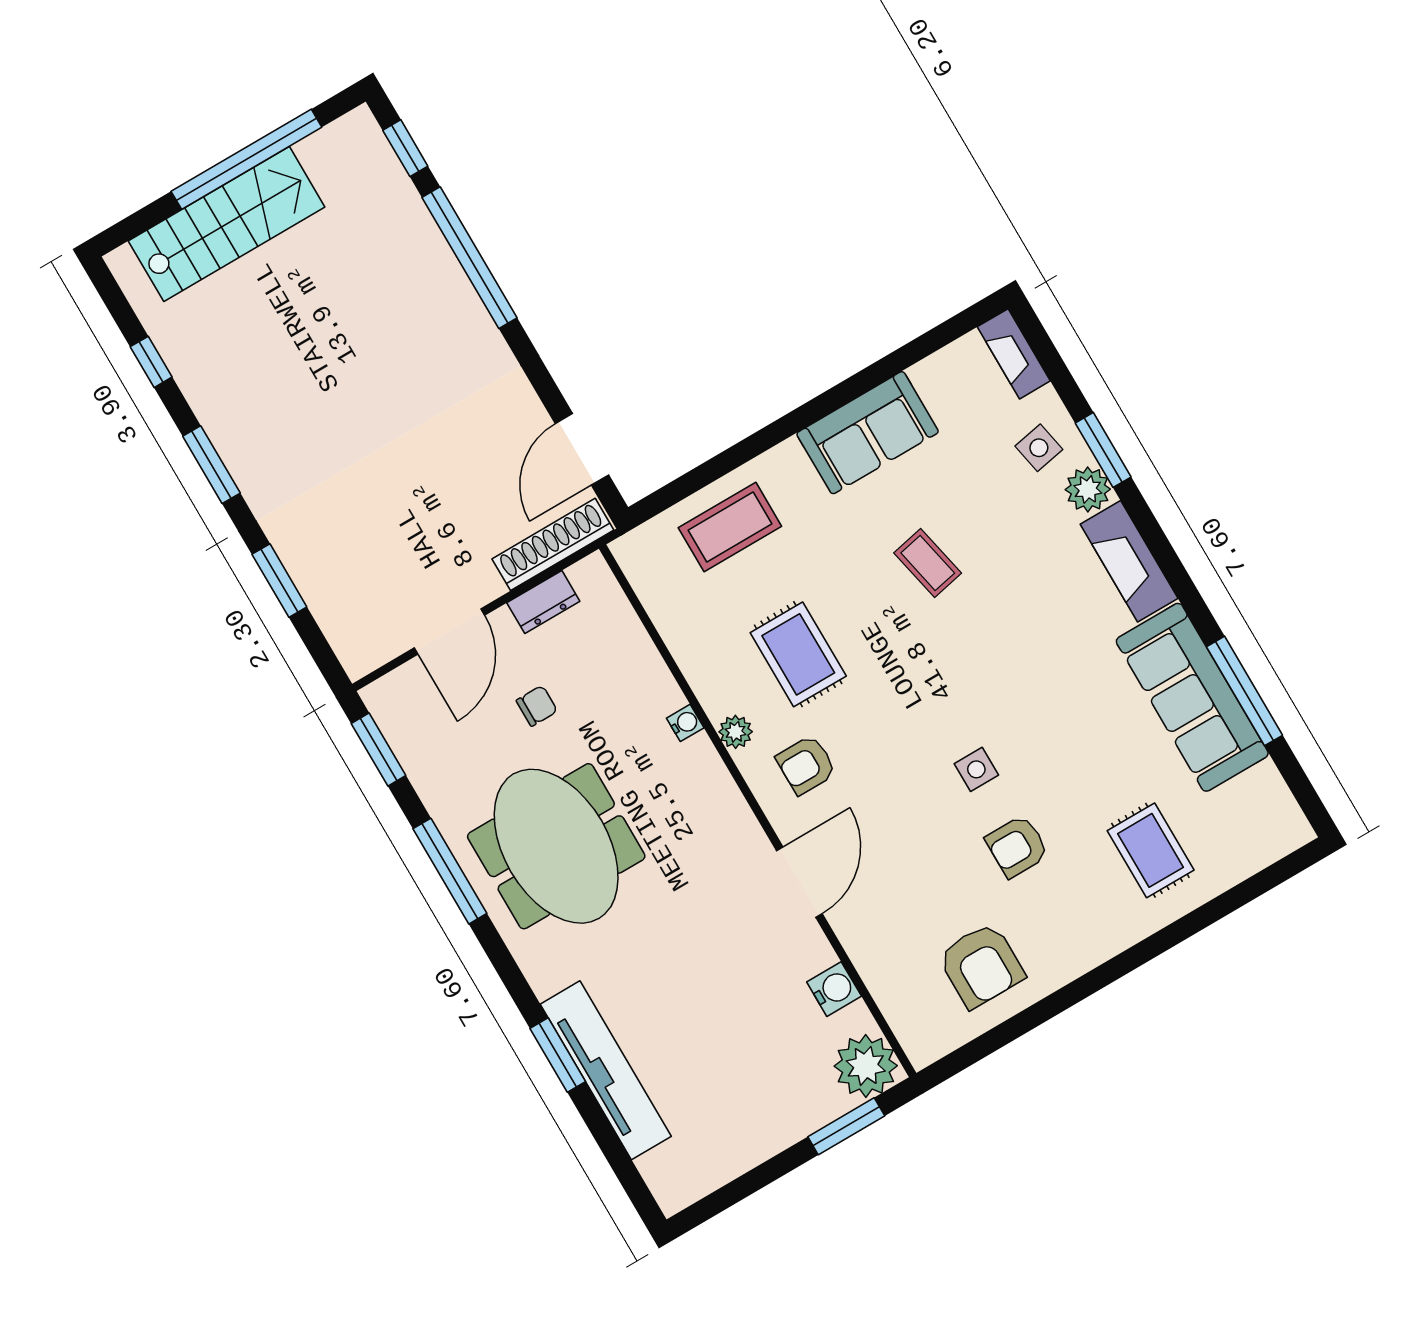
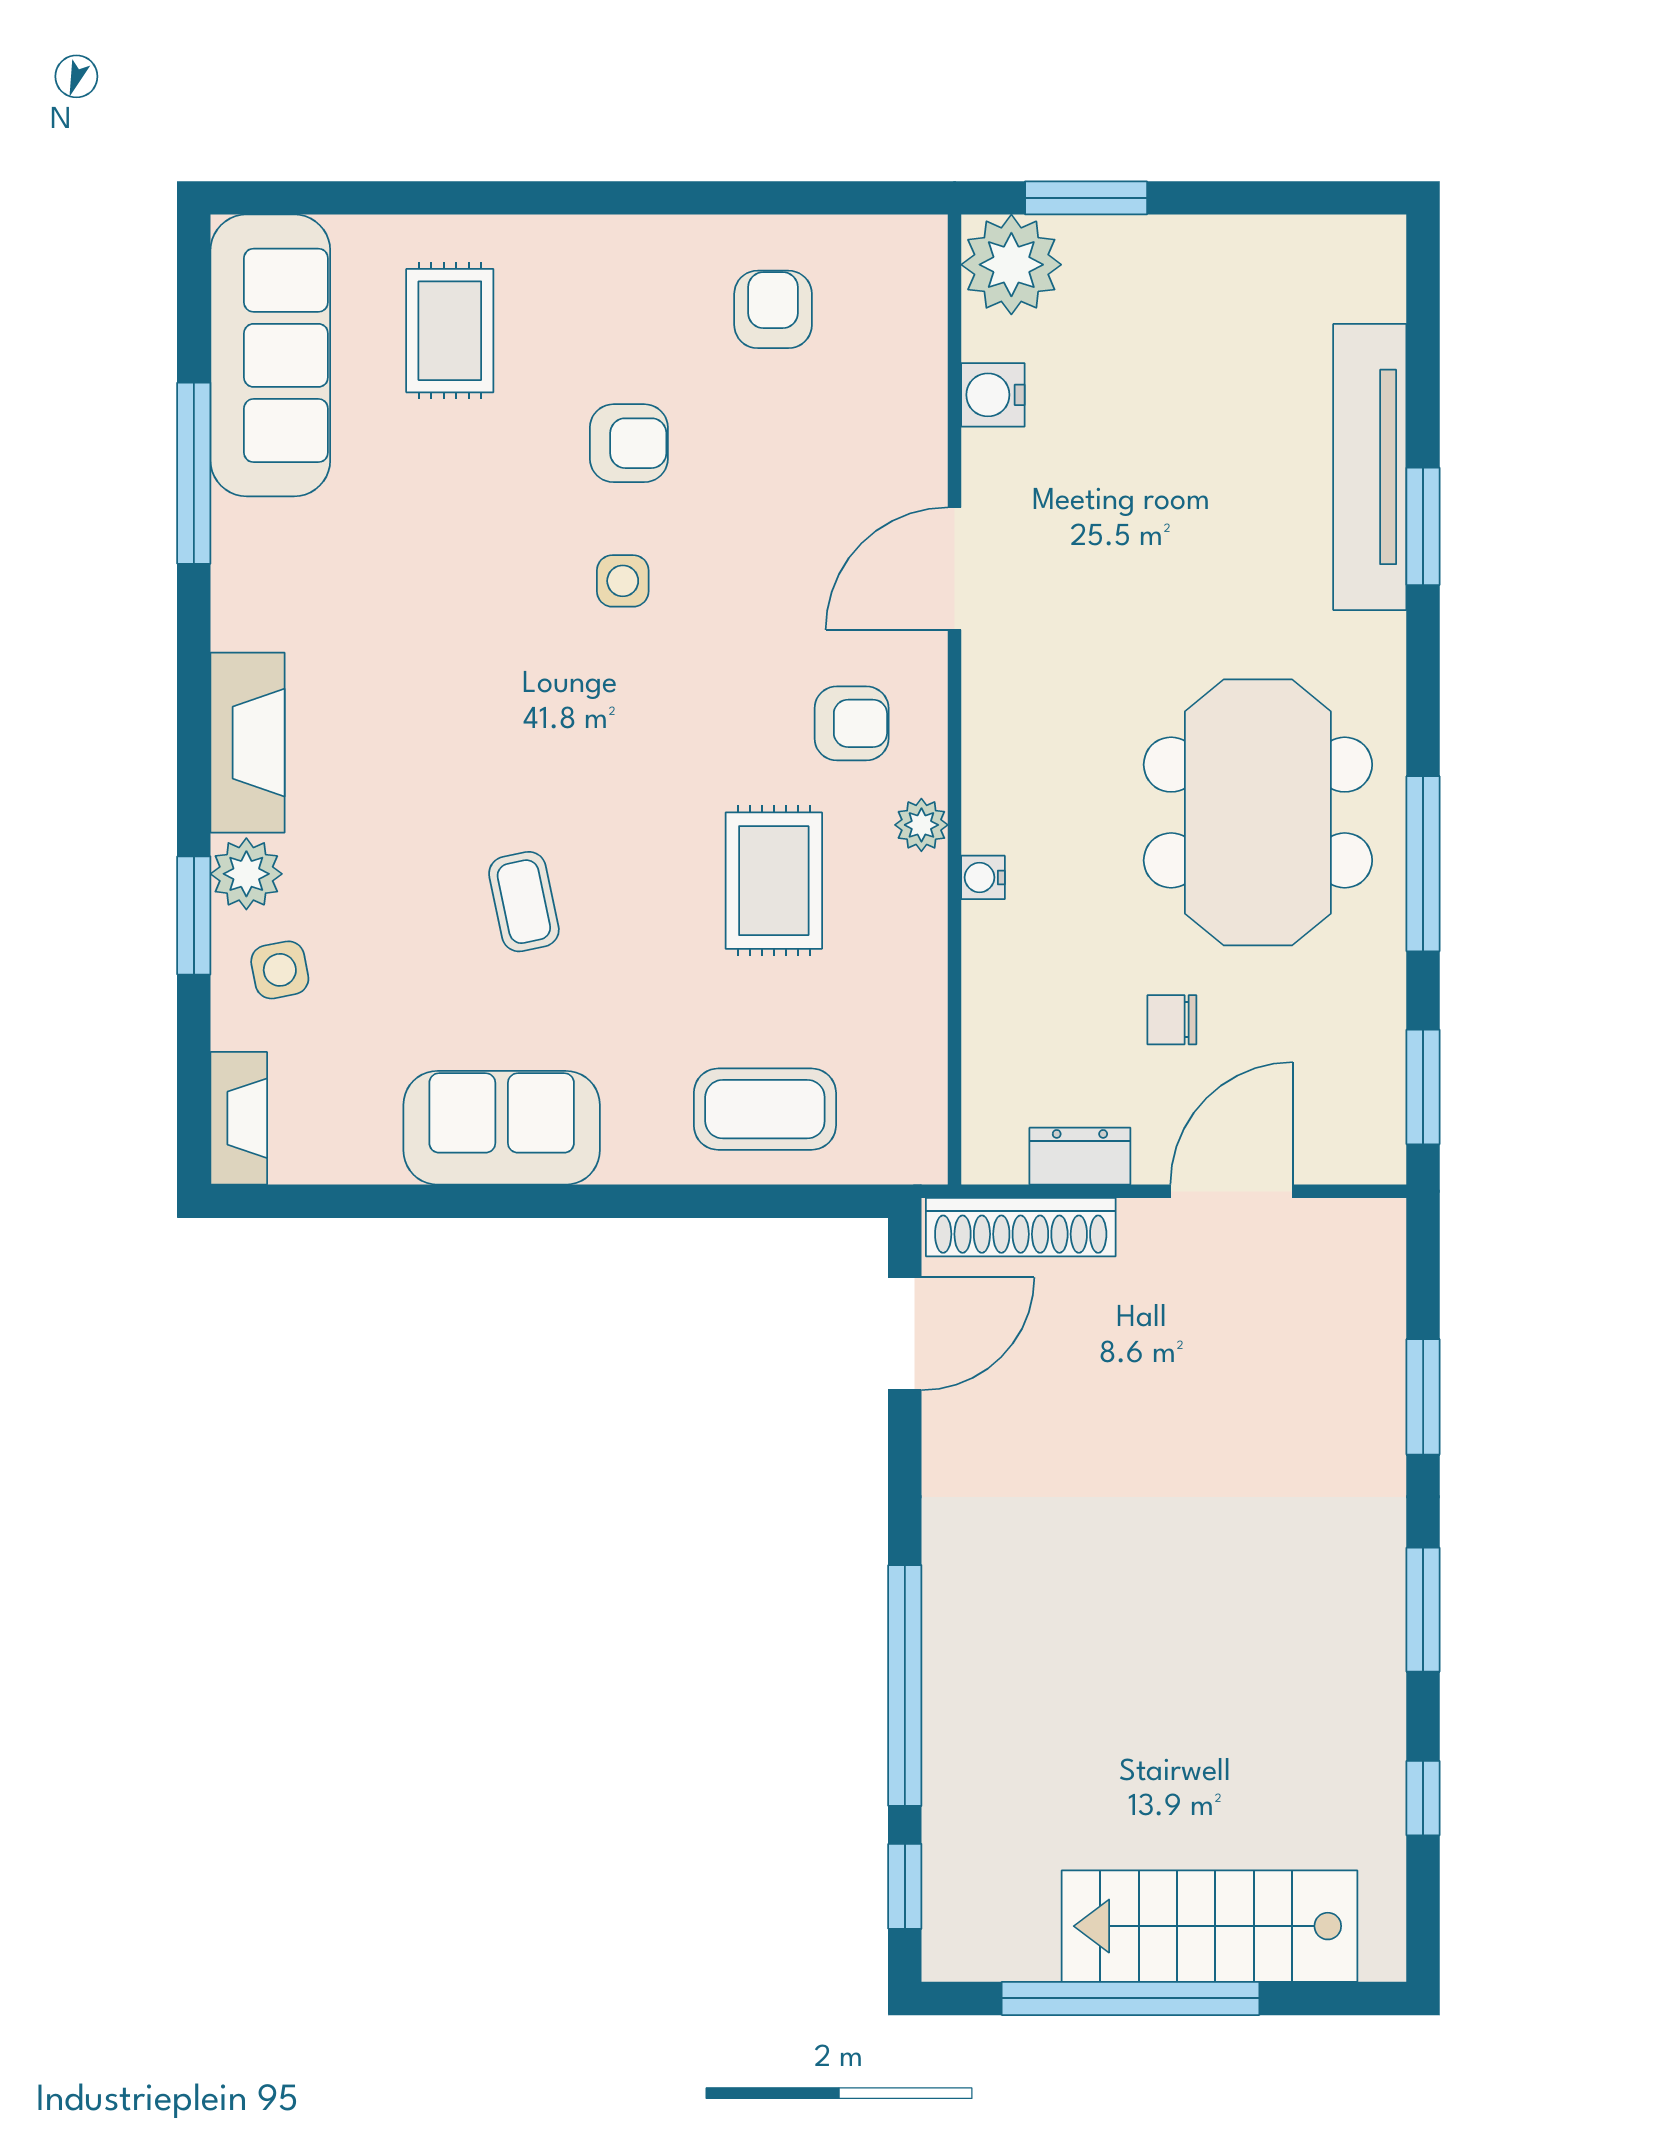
sofa: (1192, 697) -> (270, 355), moved
armchair: (981, 965) -> (773, 309), width x0.72, depth x0.72

